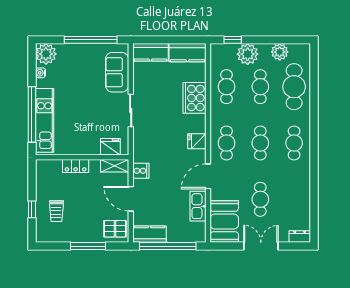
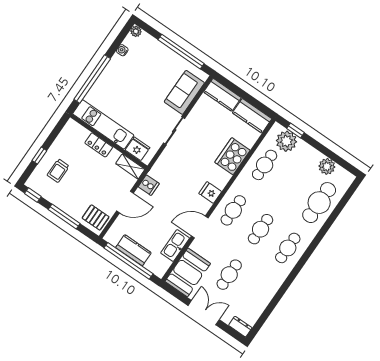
plant: (46, 54) -> (136, 31), width x0.53, depth x0.53
plant: (248, 54) -> (286, 141), moved
cafe table: (260, 87) -> (292, 184), removed
kitchen unit: (45, 120) -> (103, 124), moved, turned -90
door: (131, 199) -> (125, 202), swing flipped
kitchen counter: (149, 234) -> (133, 250), moved
window: (49, 246) -> (33, 195), added

